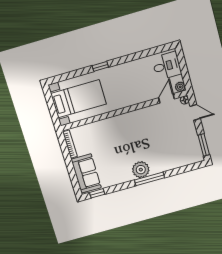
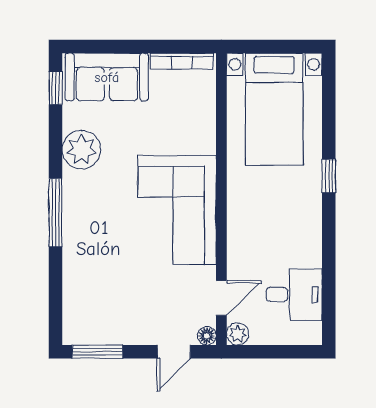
desk: (167, 66) -> (294, 295), moved, turned -90
door: (166, 98) -> (221, 298), hinge flipped
corner sofa: (134, 128) -> (177, 210), added
plant: (141, 170) -> (81, 150), moved

